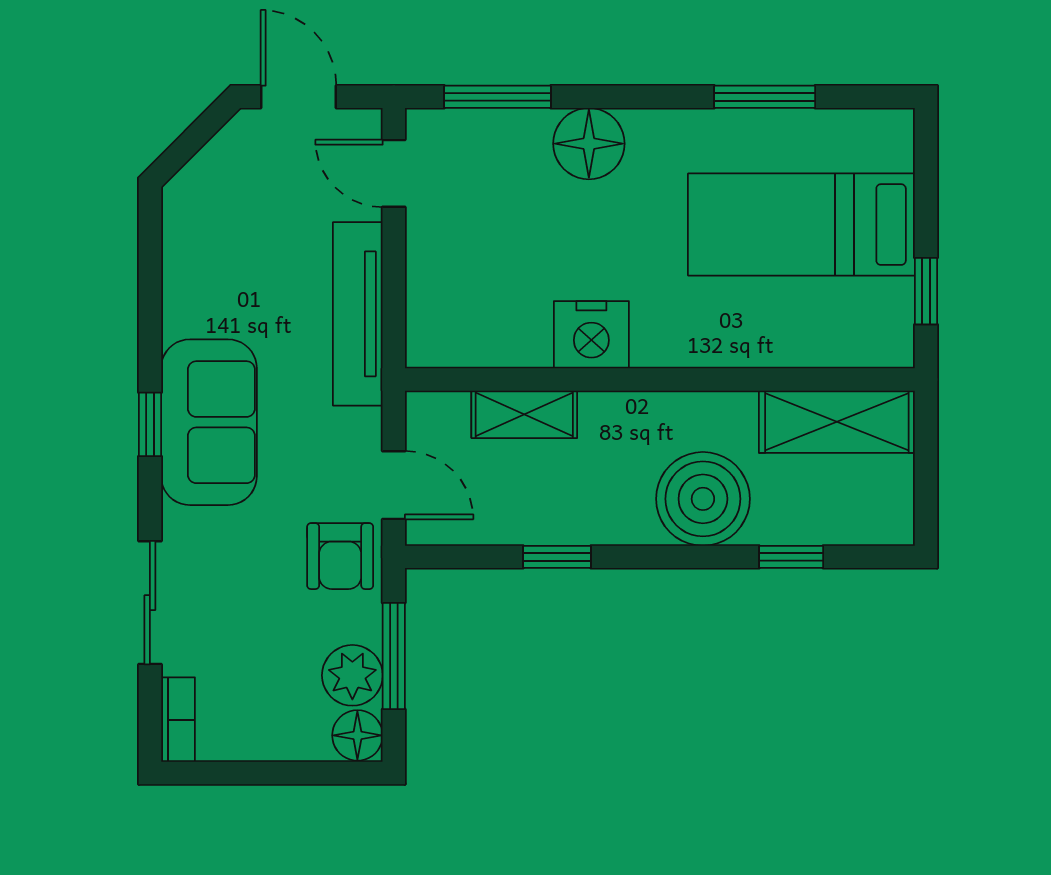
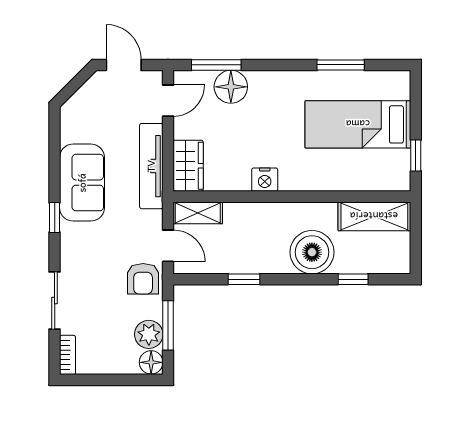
floor lamp: (589, 144) -> (231, 87), moved
door: (394, 173) -> (168, 101), swing flipped
wardrobe: (437, 313) -> (188, 166), added
nightstand: (591, 335) -> (265, 180), width x0.74, depth x0.75
shelving: (524, 414) -> (198, 213), moved
sofa: (209, 422) -> (82, 183), moved

